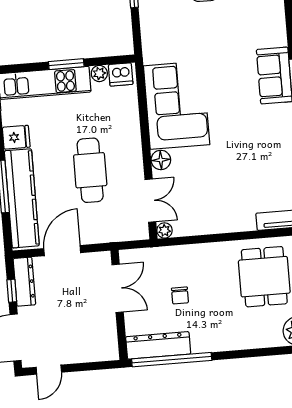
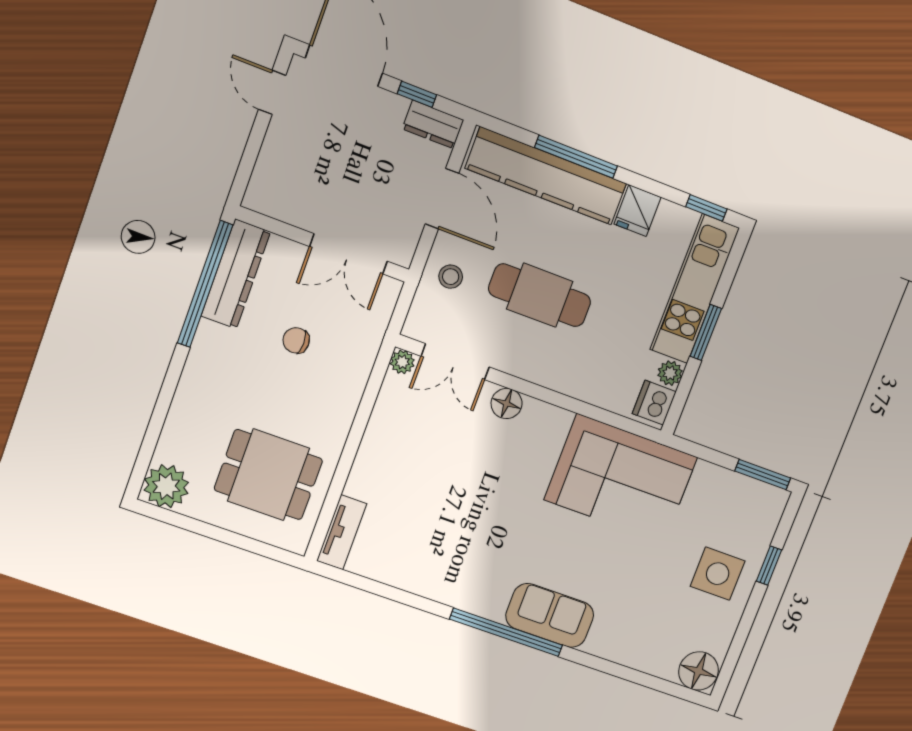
corner sofa: (177, 105) -> (621, 478), moved
stool: (103, 226) -> (451, 277), added
dresser: (24, 282) -> (433, 124), width x0.70

